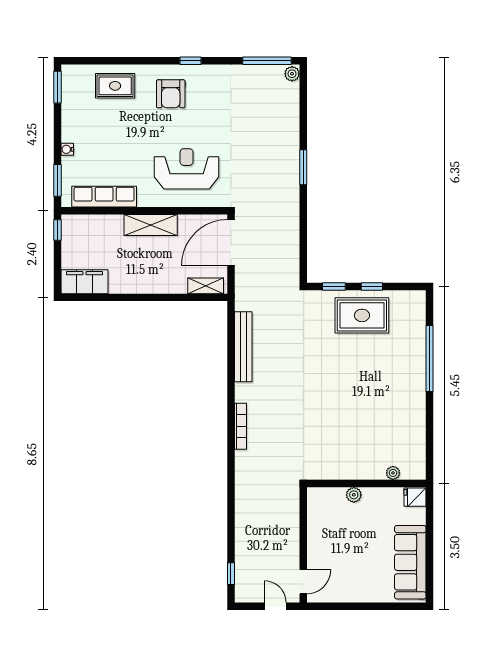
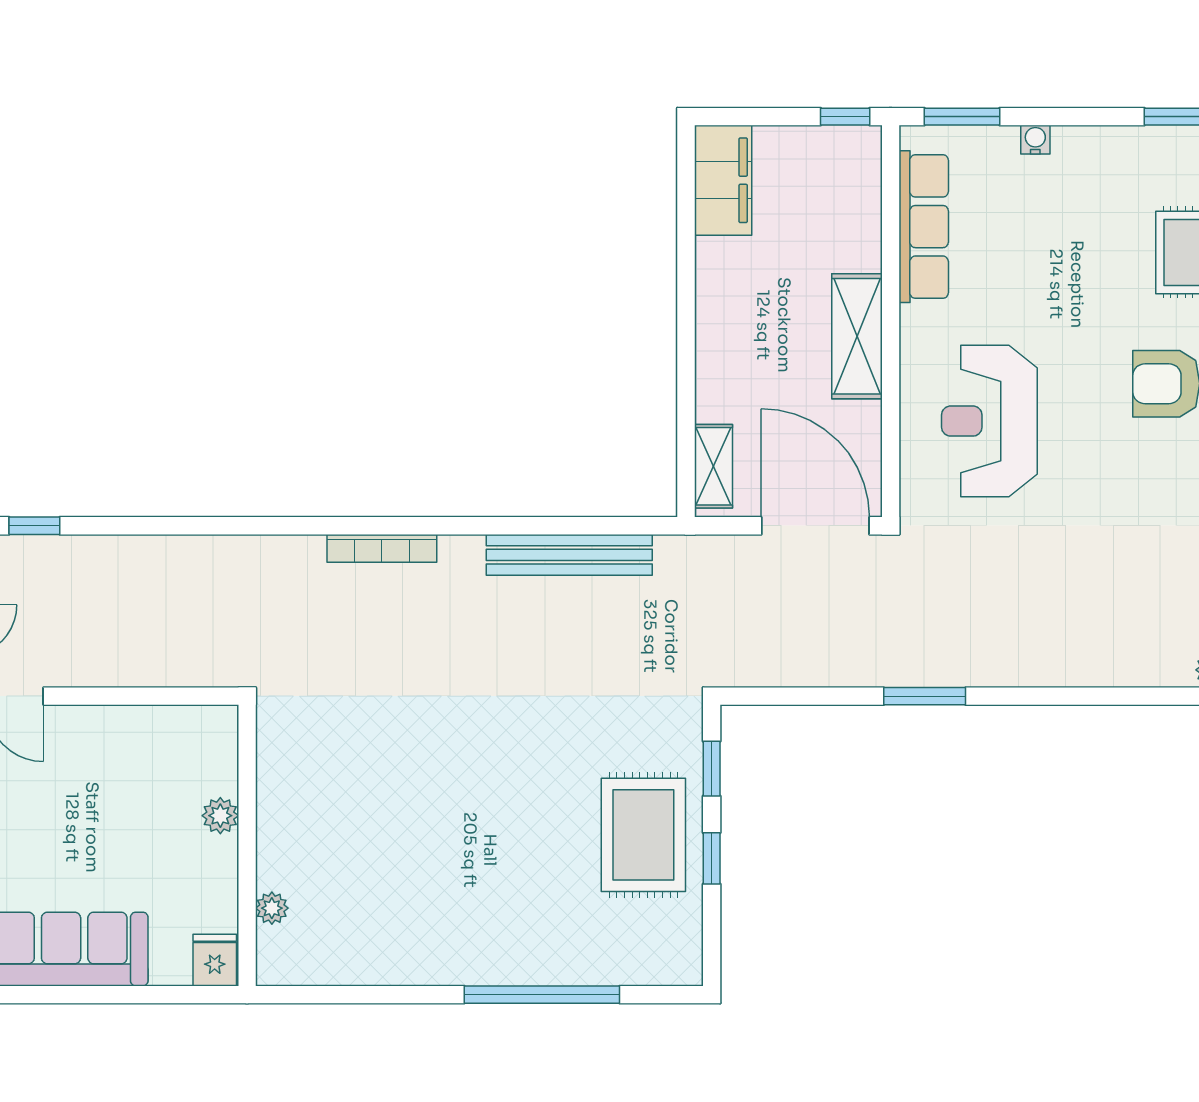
window: (303, 167) -> (925, 696), moved
reception desk: (187, 169) -> (989, 421), turned 180

